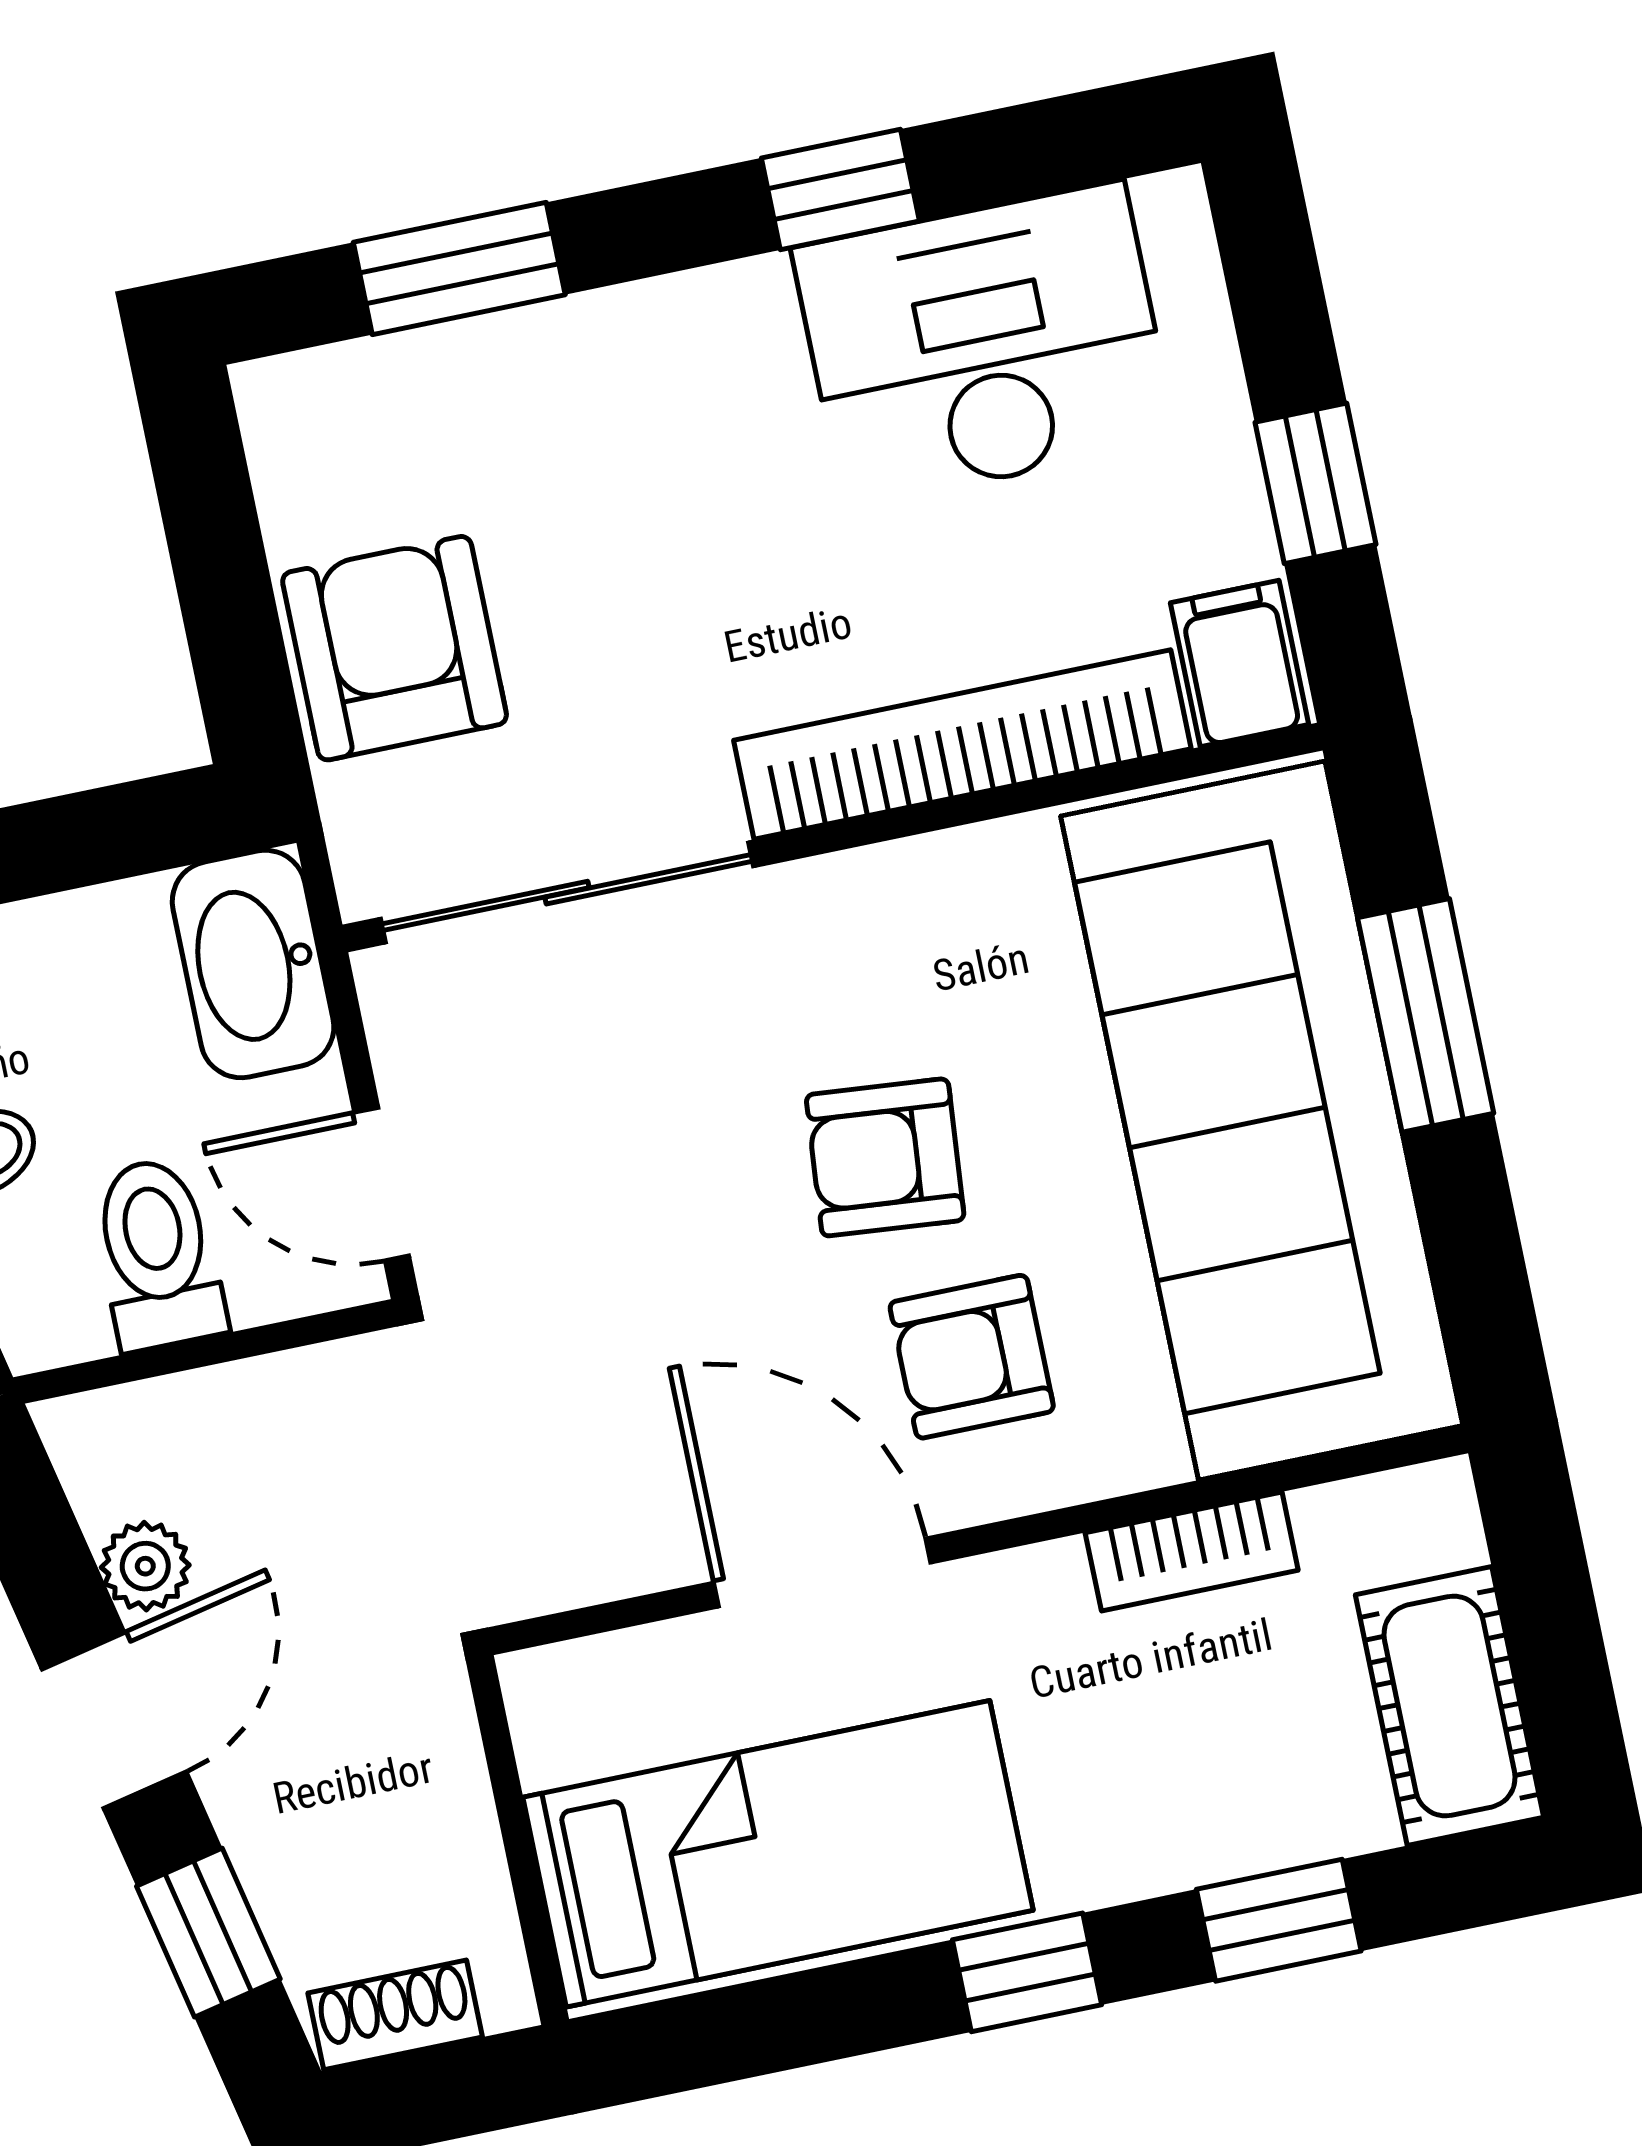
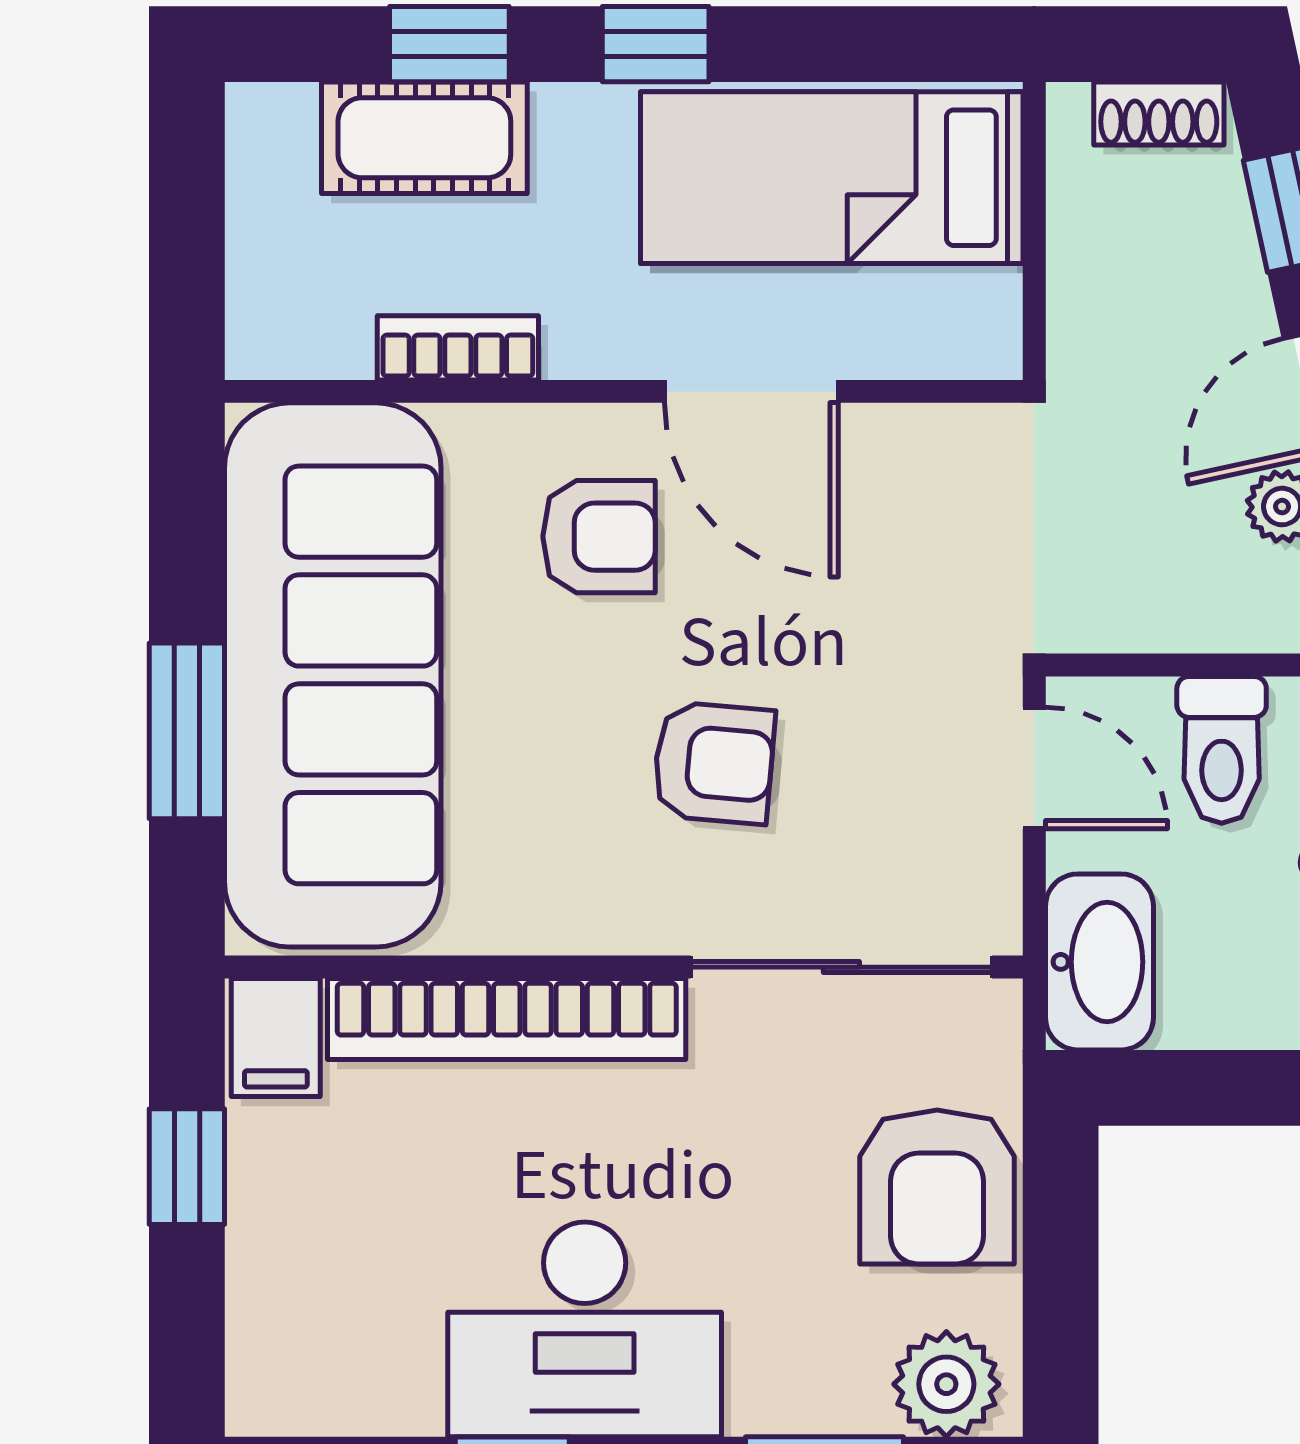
desk: (984, 345) -> (585, 1329), moved
plant: (333, 410) -> (946, 1384), added
armchair: (885, 1157) -> (714, 763), moved
cot: (1450, 1706) -> (424, 138), moved, turned 90

